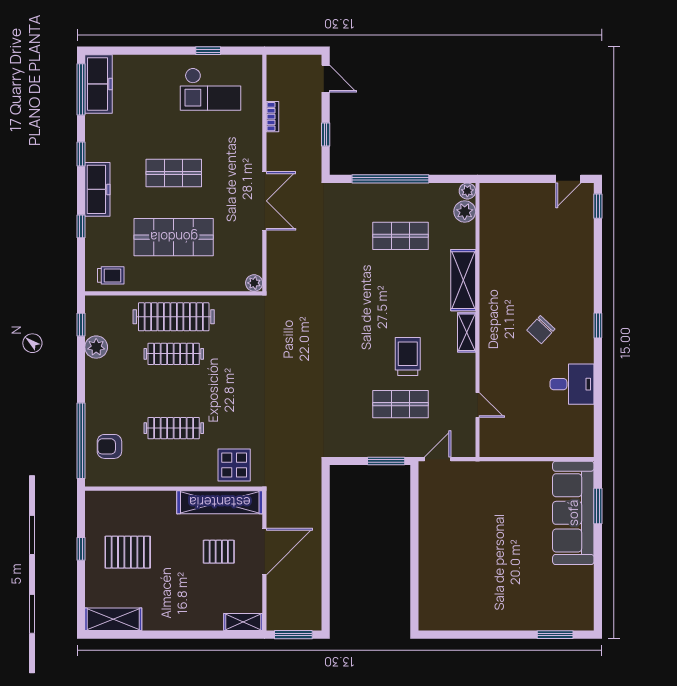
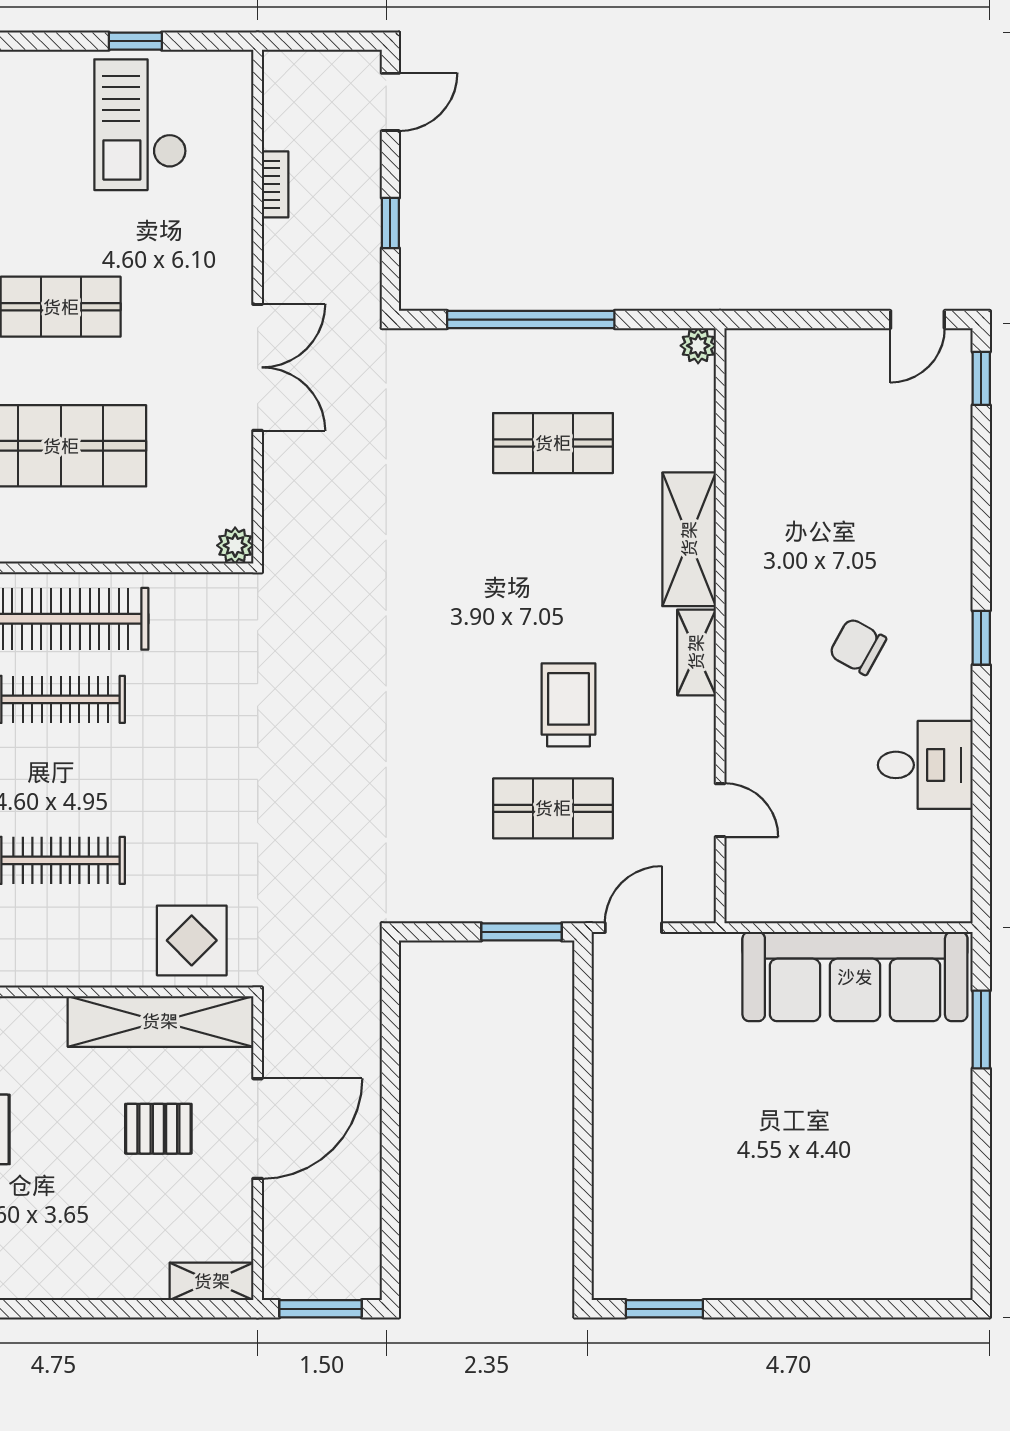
door: (326, 79) -> (390, 102), hinge flipped
checkout: (210, 89) -> (140, 125), turned 90
plant: (465, 212) -> (692, 390), removed
chair: (541, 330) -> (858, 646), turned 76
sofa: (573, 513) -> (855, 977), moved, turned -90
window: (555, 635) -> (664, 1309), moved

